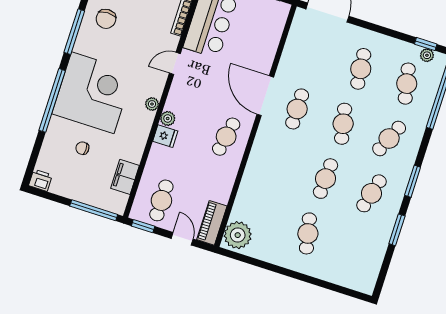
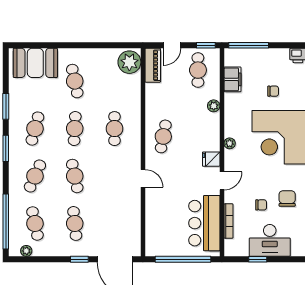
chair: (139, 21) -> (261, 205), added
window: (426, 44) -> (79, 259), moved
door: (265, 96) -> (143, 178), width x0.53
cafe table: (297, 109) -> (115, 129), moved
plant: (168, 118) -> (214, 106), moved
fridge: (165, 136) -> (211, 159), moved
door: (182, 239) -> (172, 45), hinge flipped
booth: (347, 269) -> (35, 63), added

